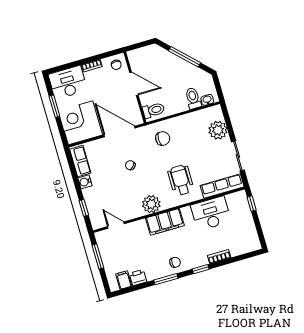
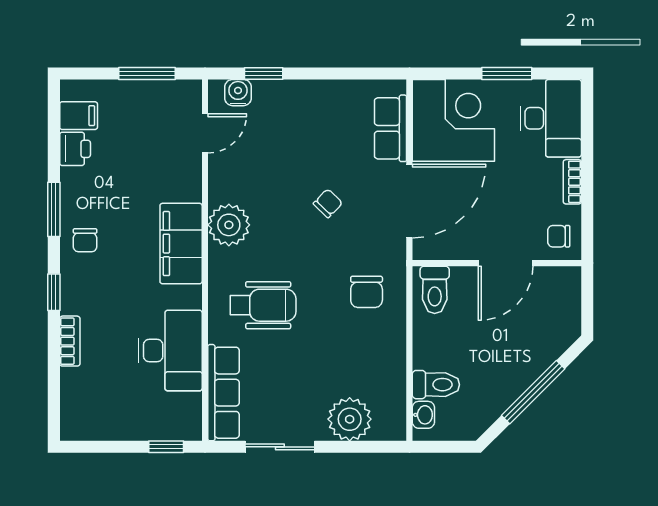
row of seats: (80, 161) -> (390, 128), moved, turned 90
water cooler: (85, 182) -> (238, 93), moved

